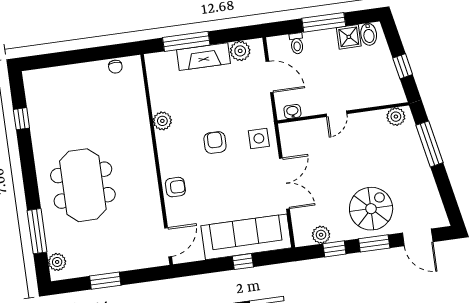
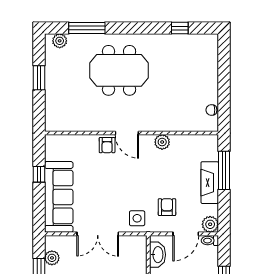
toilet: (297, 43) -> (210, 241), moved
plant: (240, 51) -> (210, 224), moved
washbasin: (292, 112) -> (158, 255), width x1.91, depth x1.45
armchair: (215, 143) -> (167, 207), moved, turned -90
door: (168, 242) -> (127, 133), moved
window: (243, 262) -> (39, 174), moved

